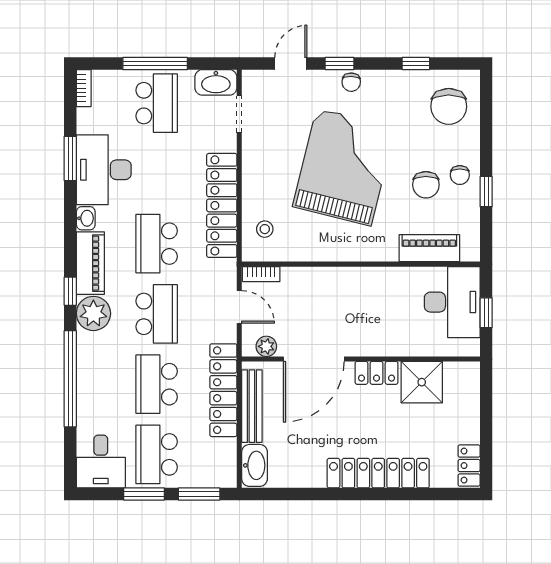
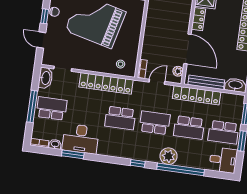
washbasin: (86, 218) -> (55, 144), moved
piano: (90, 263) -> (125, 152), removed
plant: (93, 313) -> (169, 156), moved

